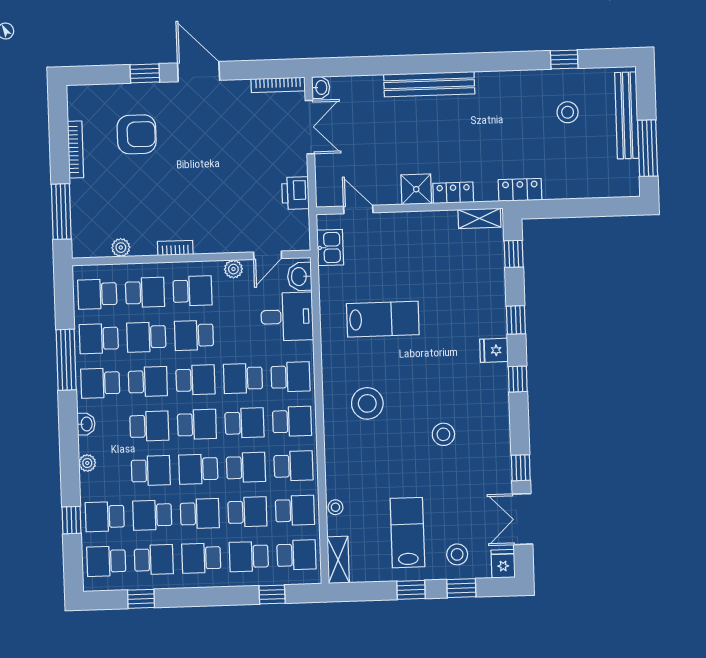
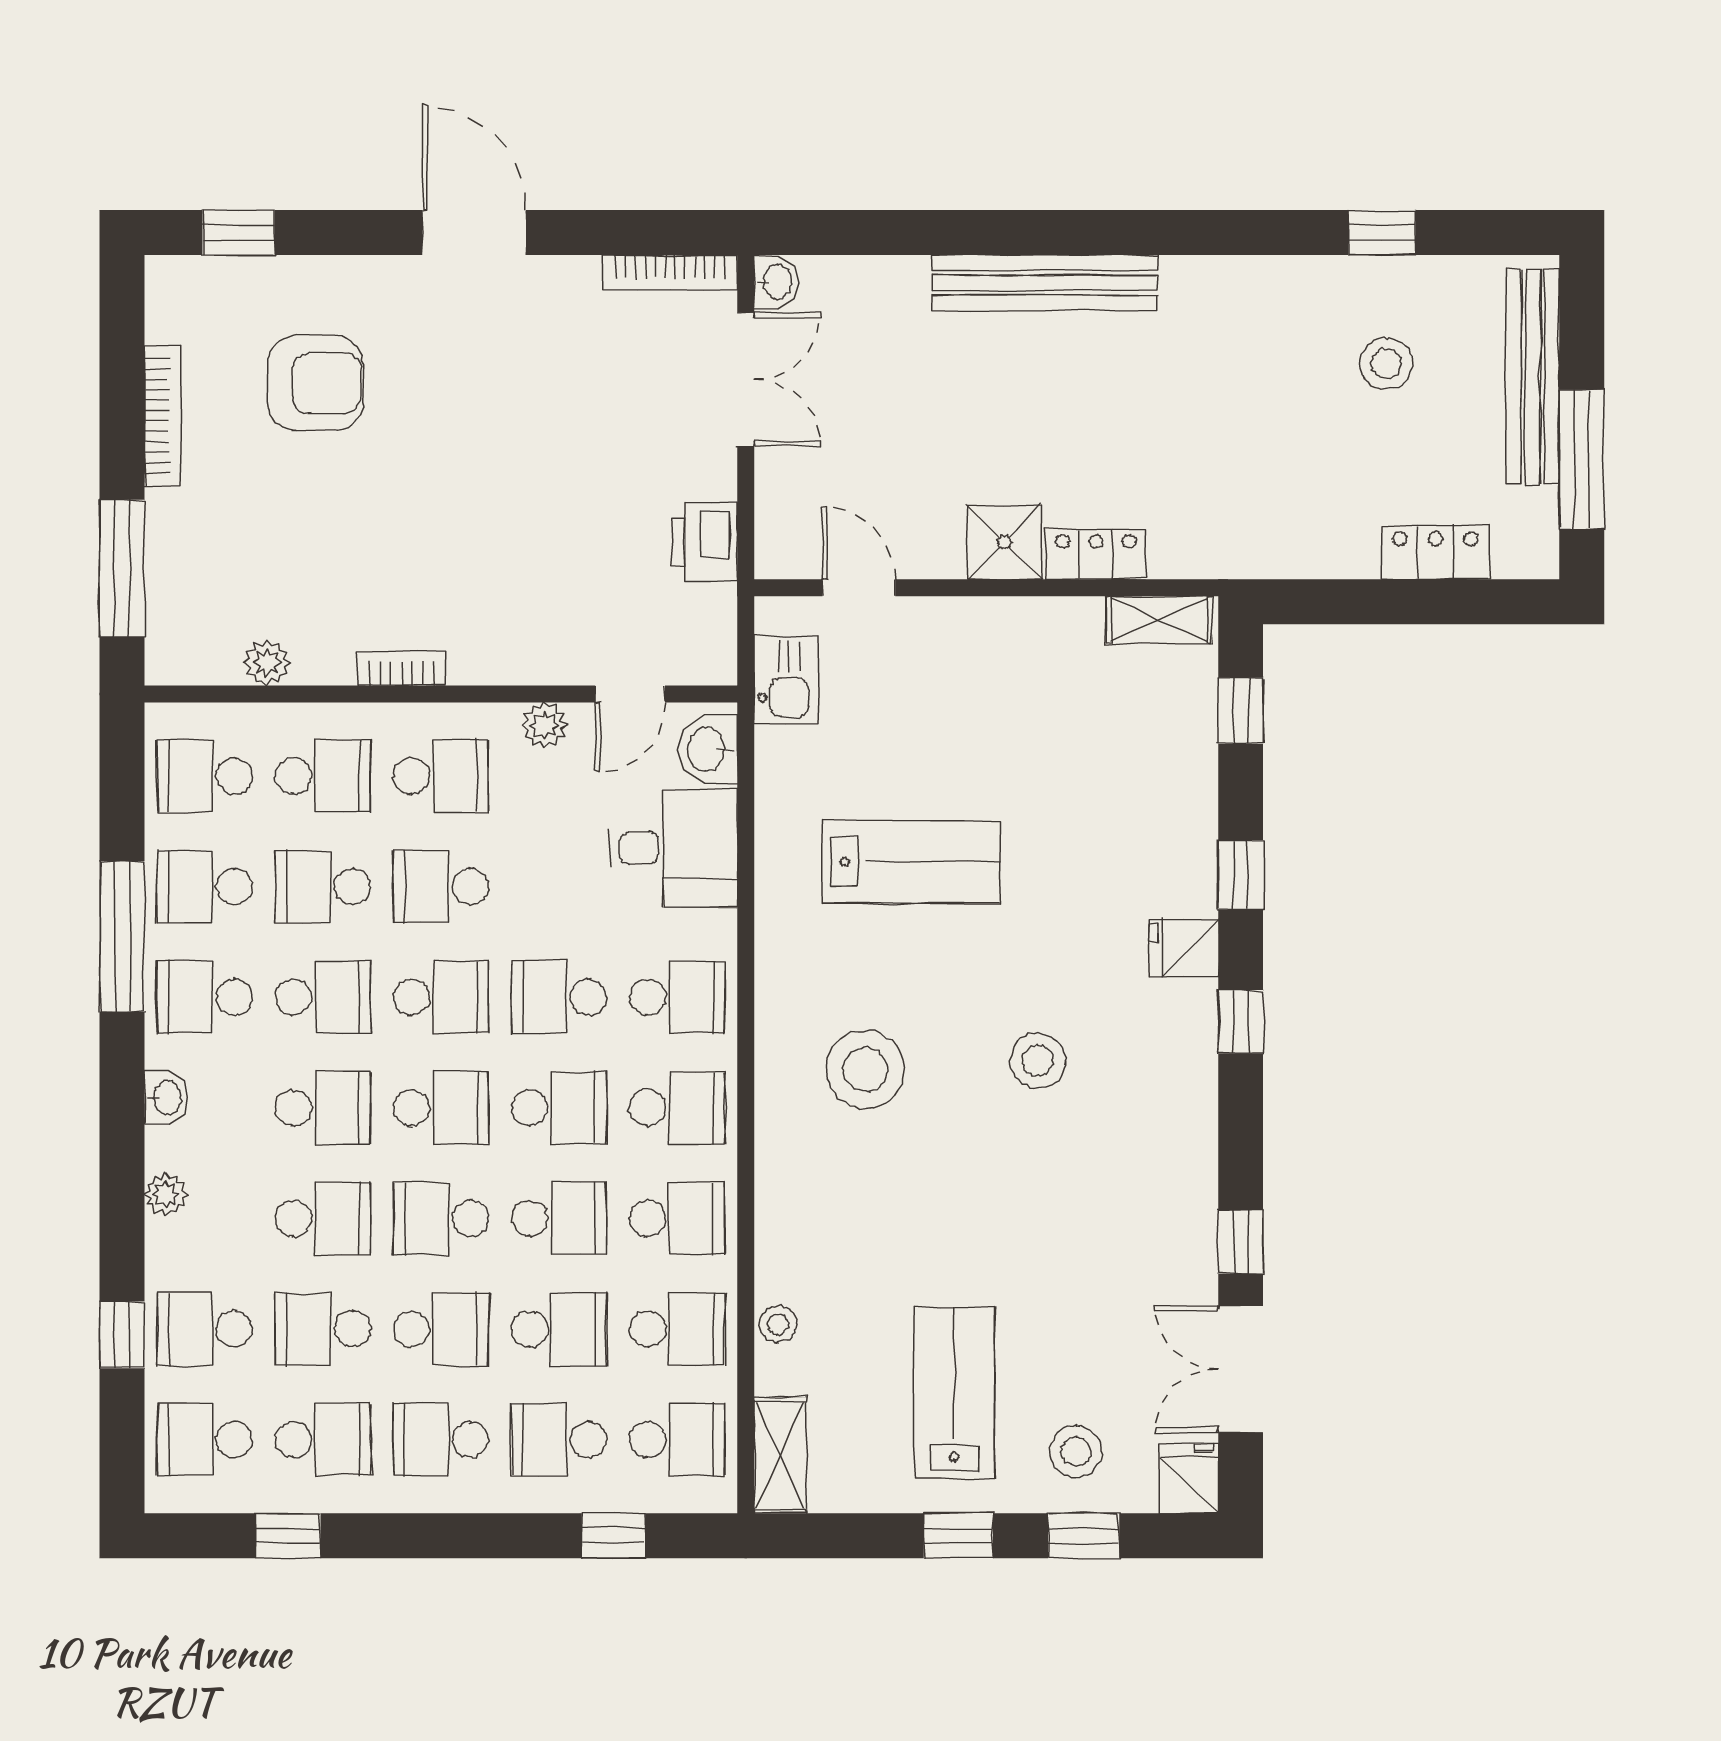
window: (145, 73) -> (238, 233), moved
locker: (520, 190) -> (1435, 552), moved
stool: (443, 434) -> (1038, 1061), moved

